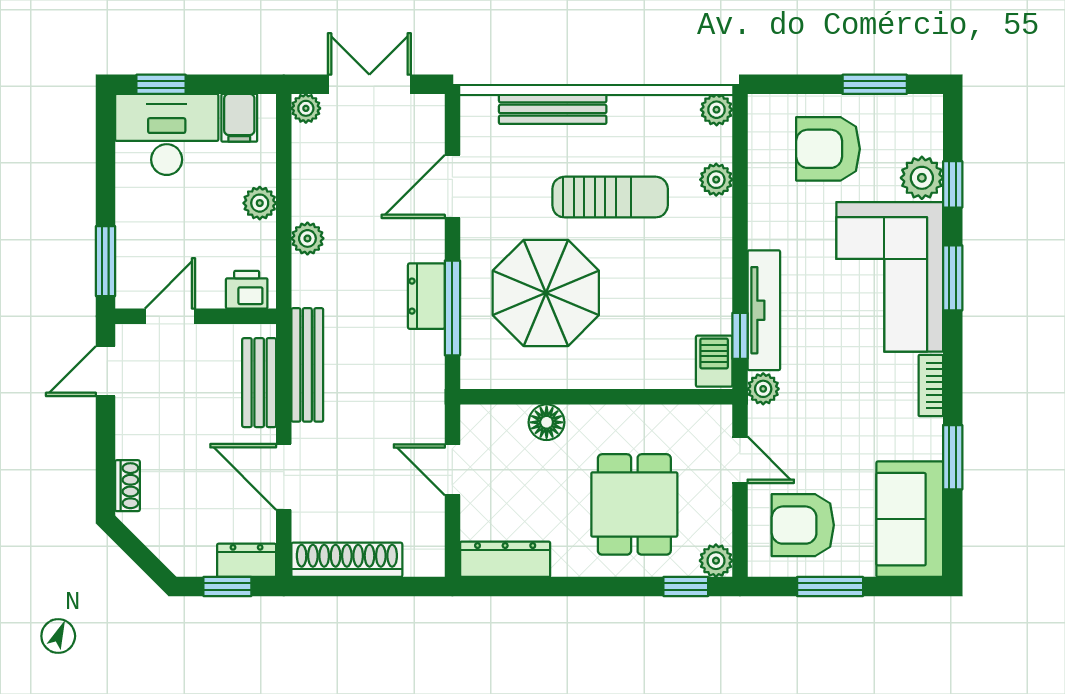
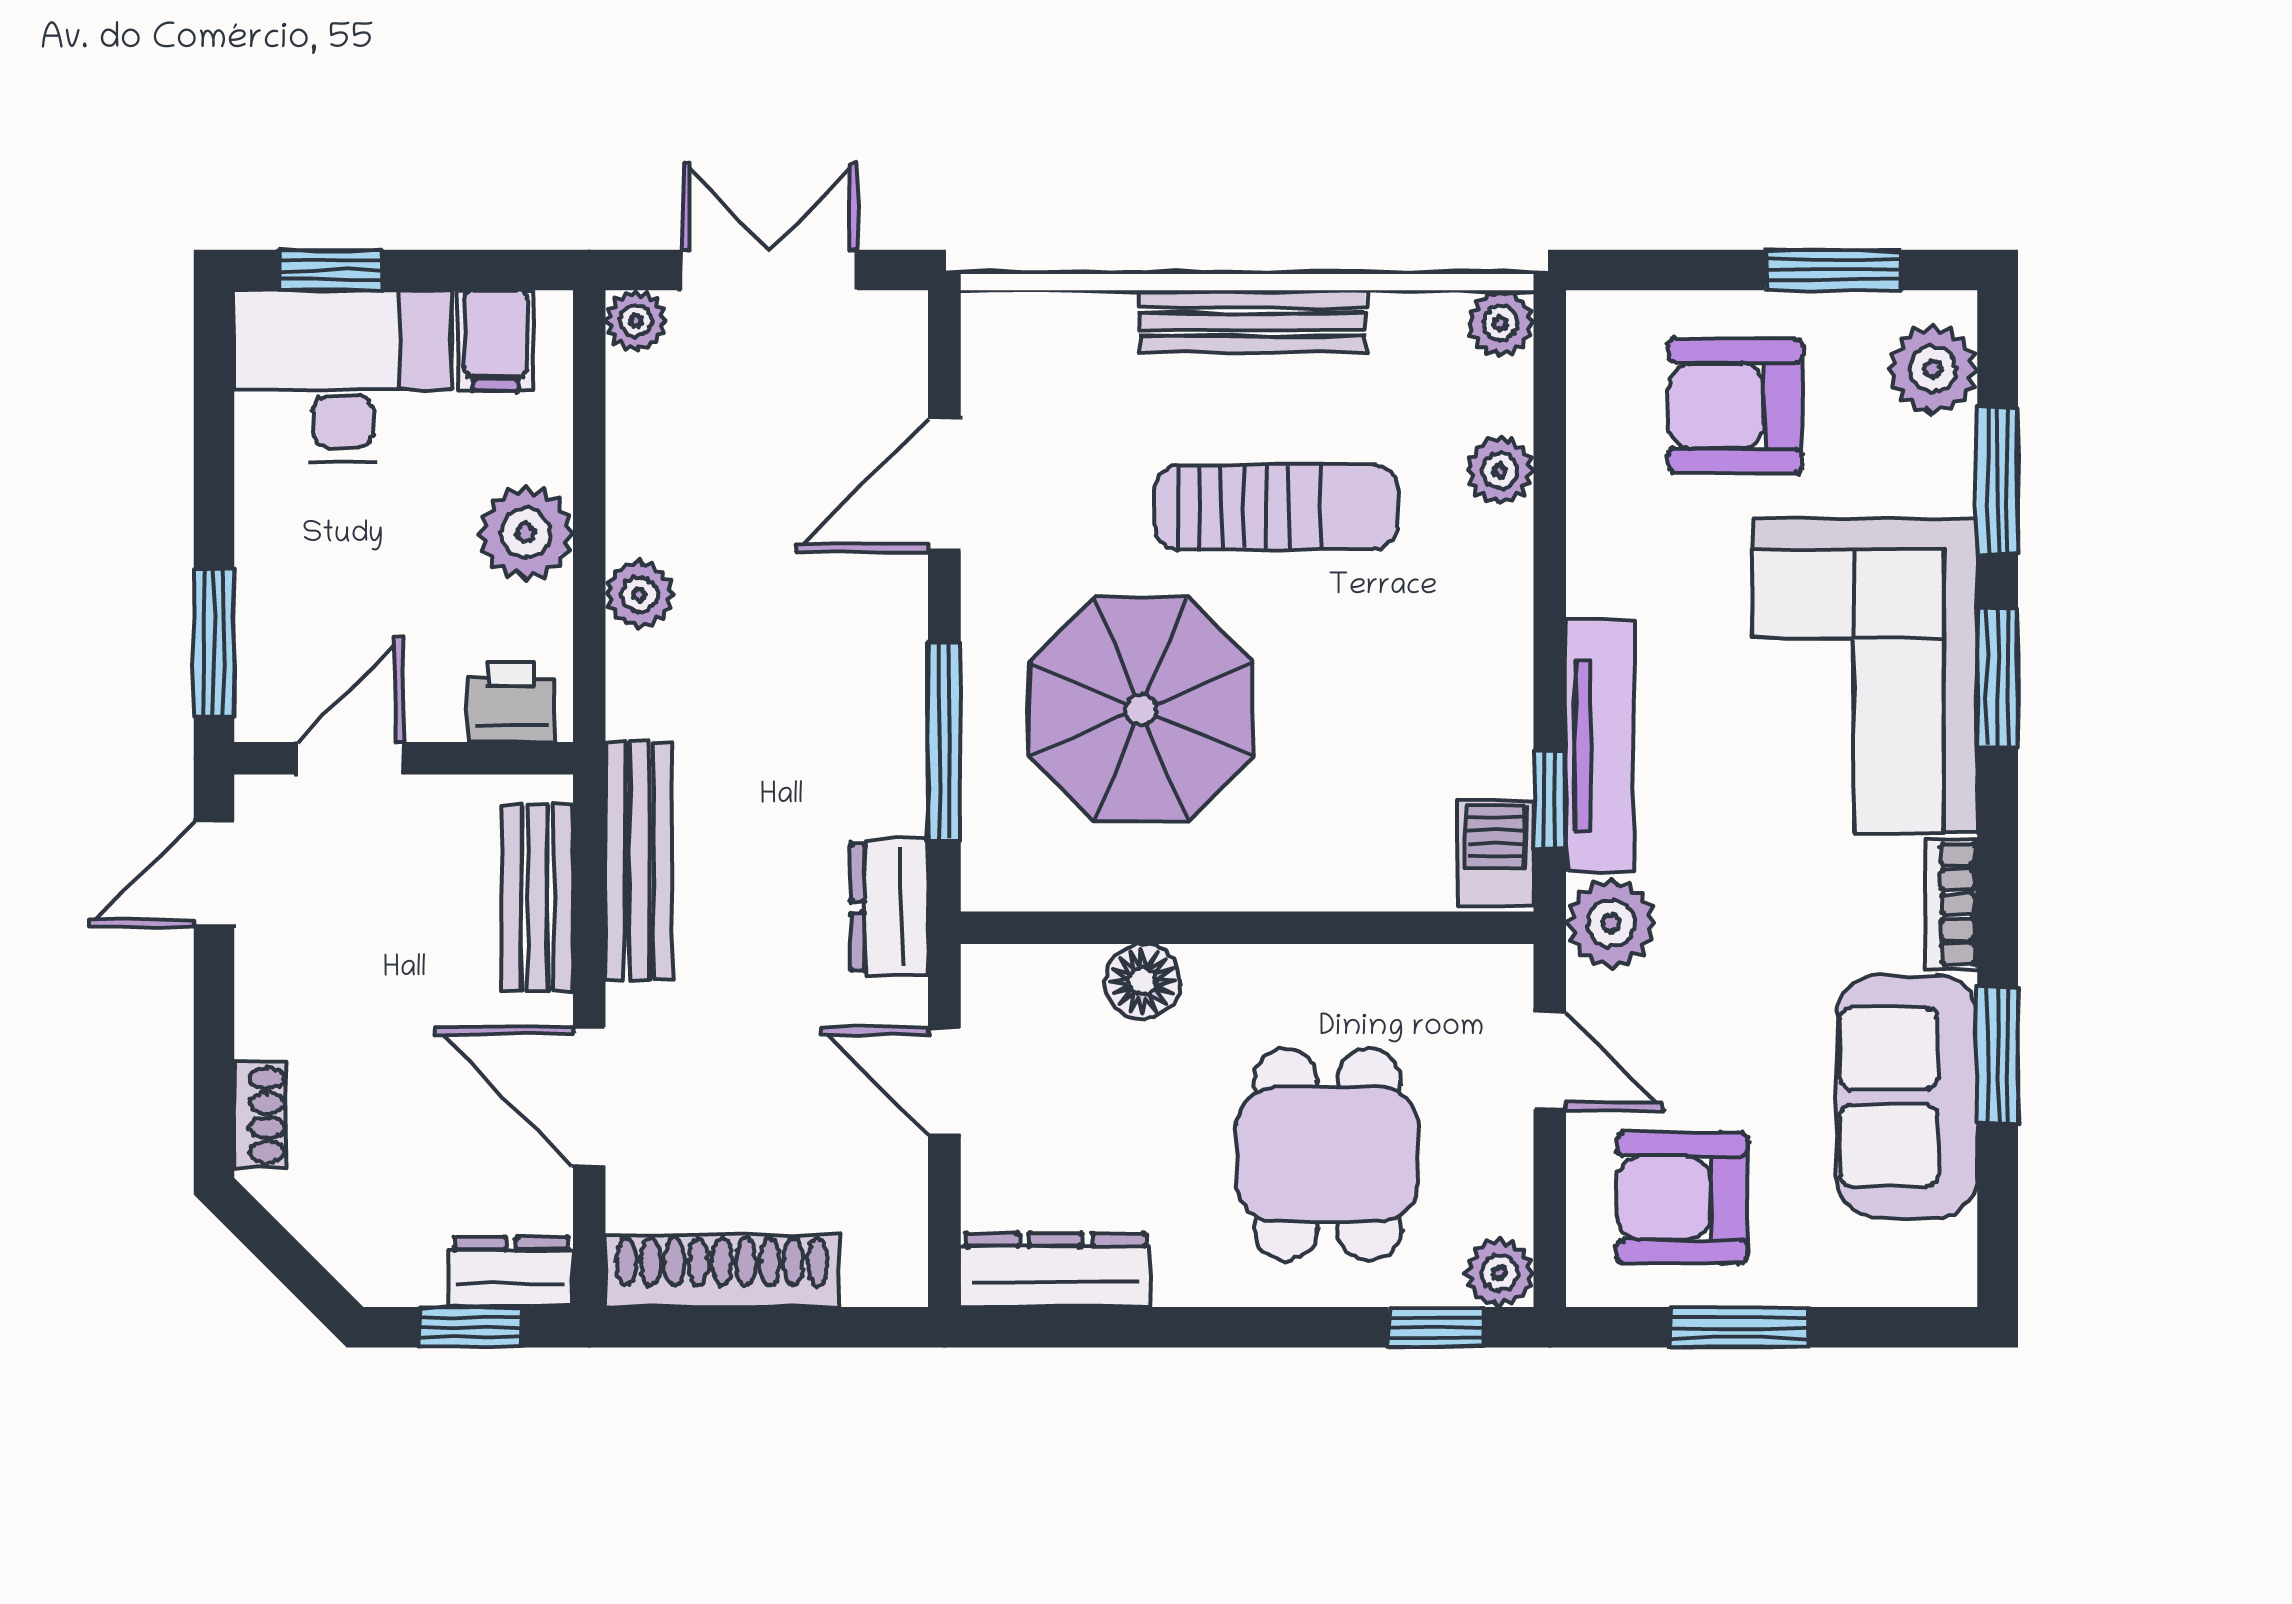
bench: (553, 109) -> (1252, 322), moved
plant: (922, 178) -> (1933, 369), moved
window: (953, 184) -> (1998, 481), width x1.50
plant: (260, 203) -> (526, 533), width x1.38, depth x1.38
dresser: (426, 296) -> (890, 907), moved
plant: (763, 389) -> (1611, 923), width x1.38, depth x1.38
sofa: (910, 519) -> (1907, 1097), moved

